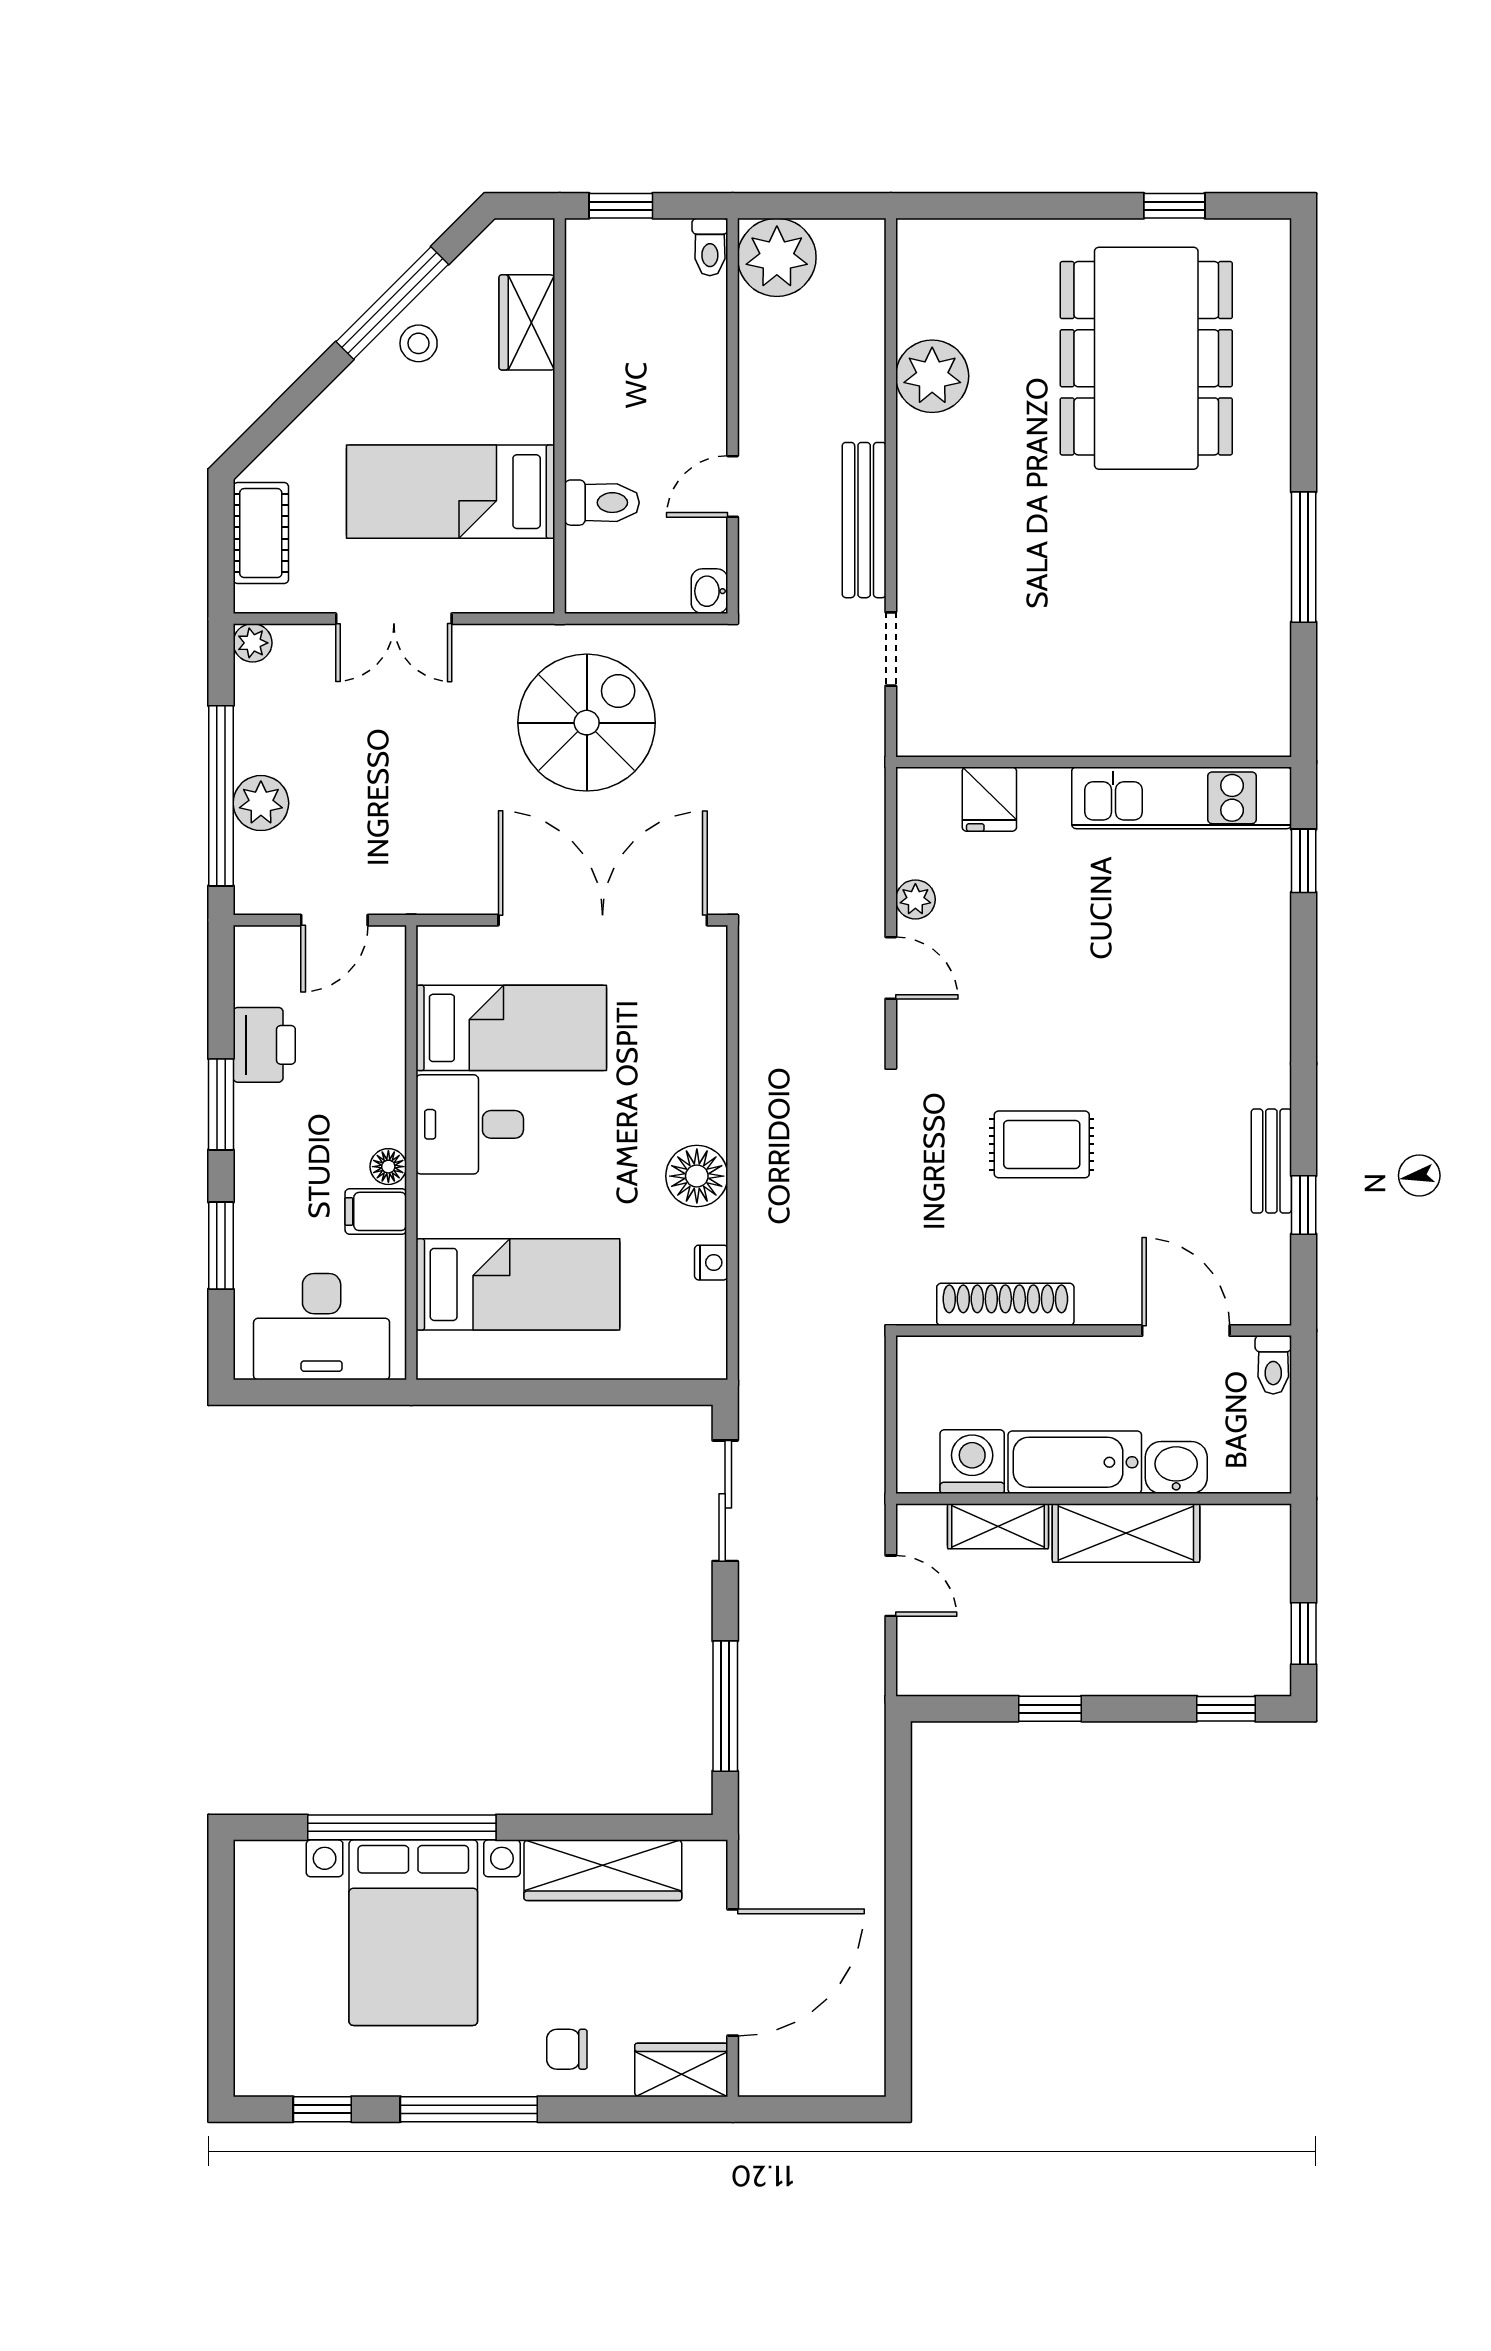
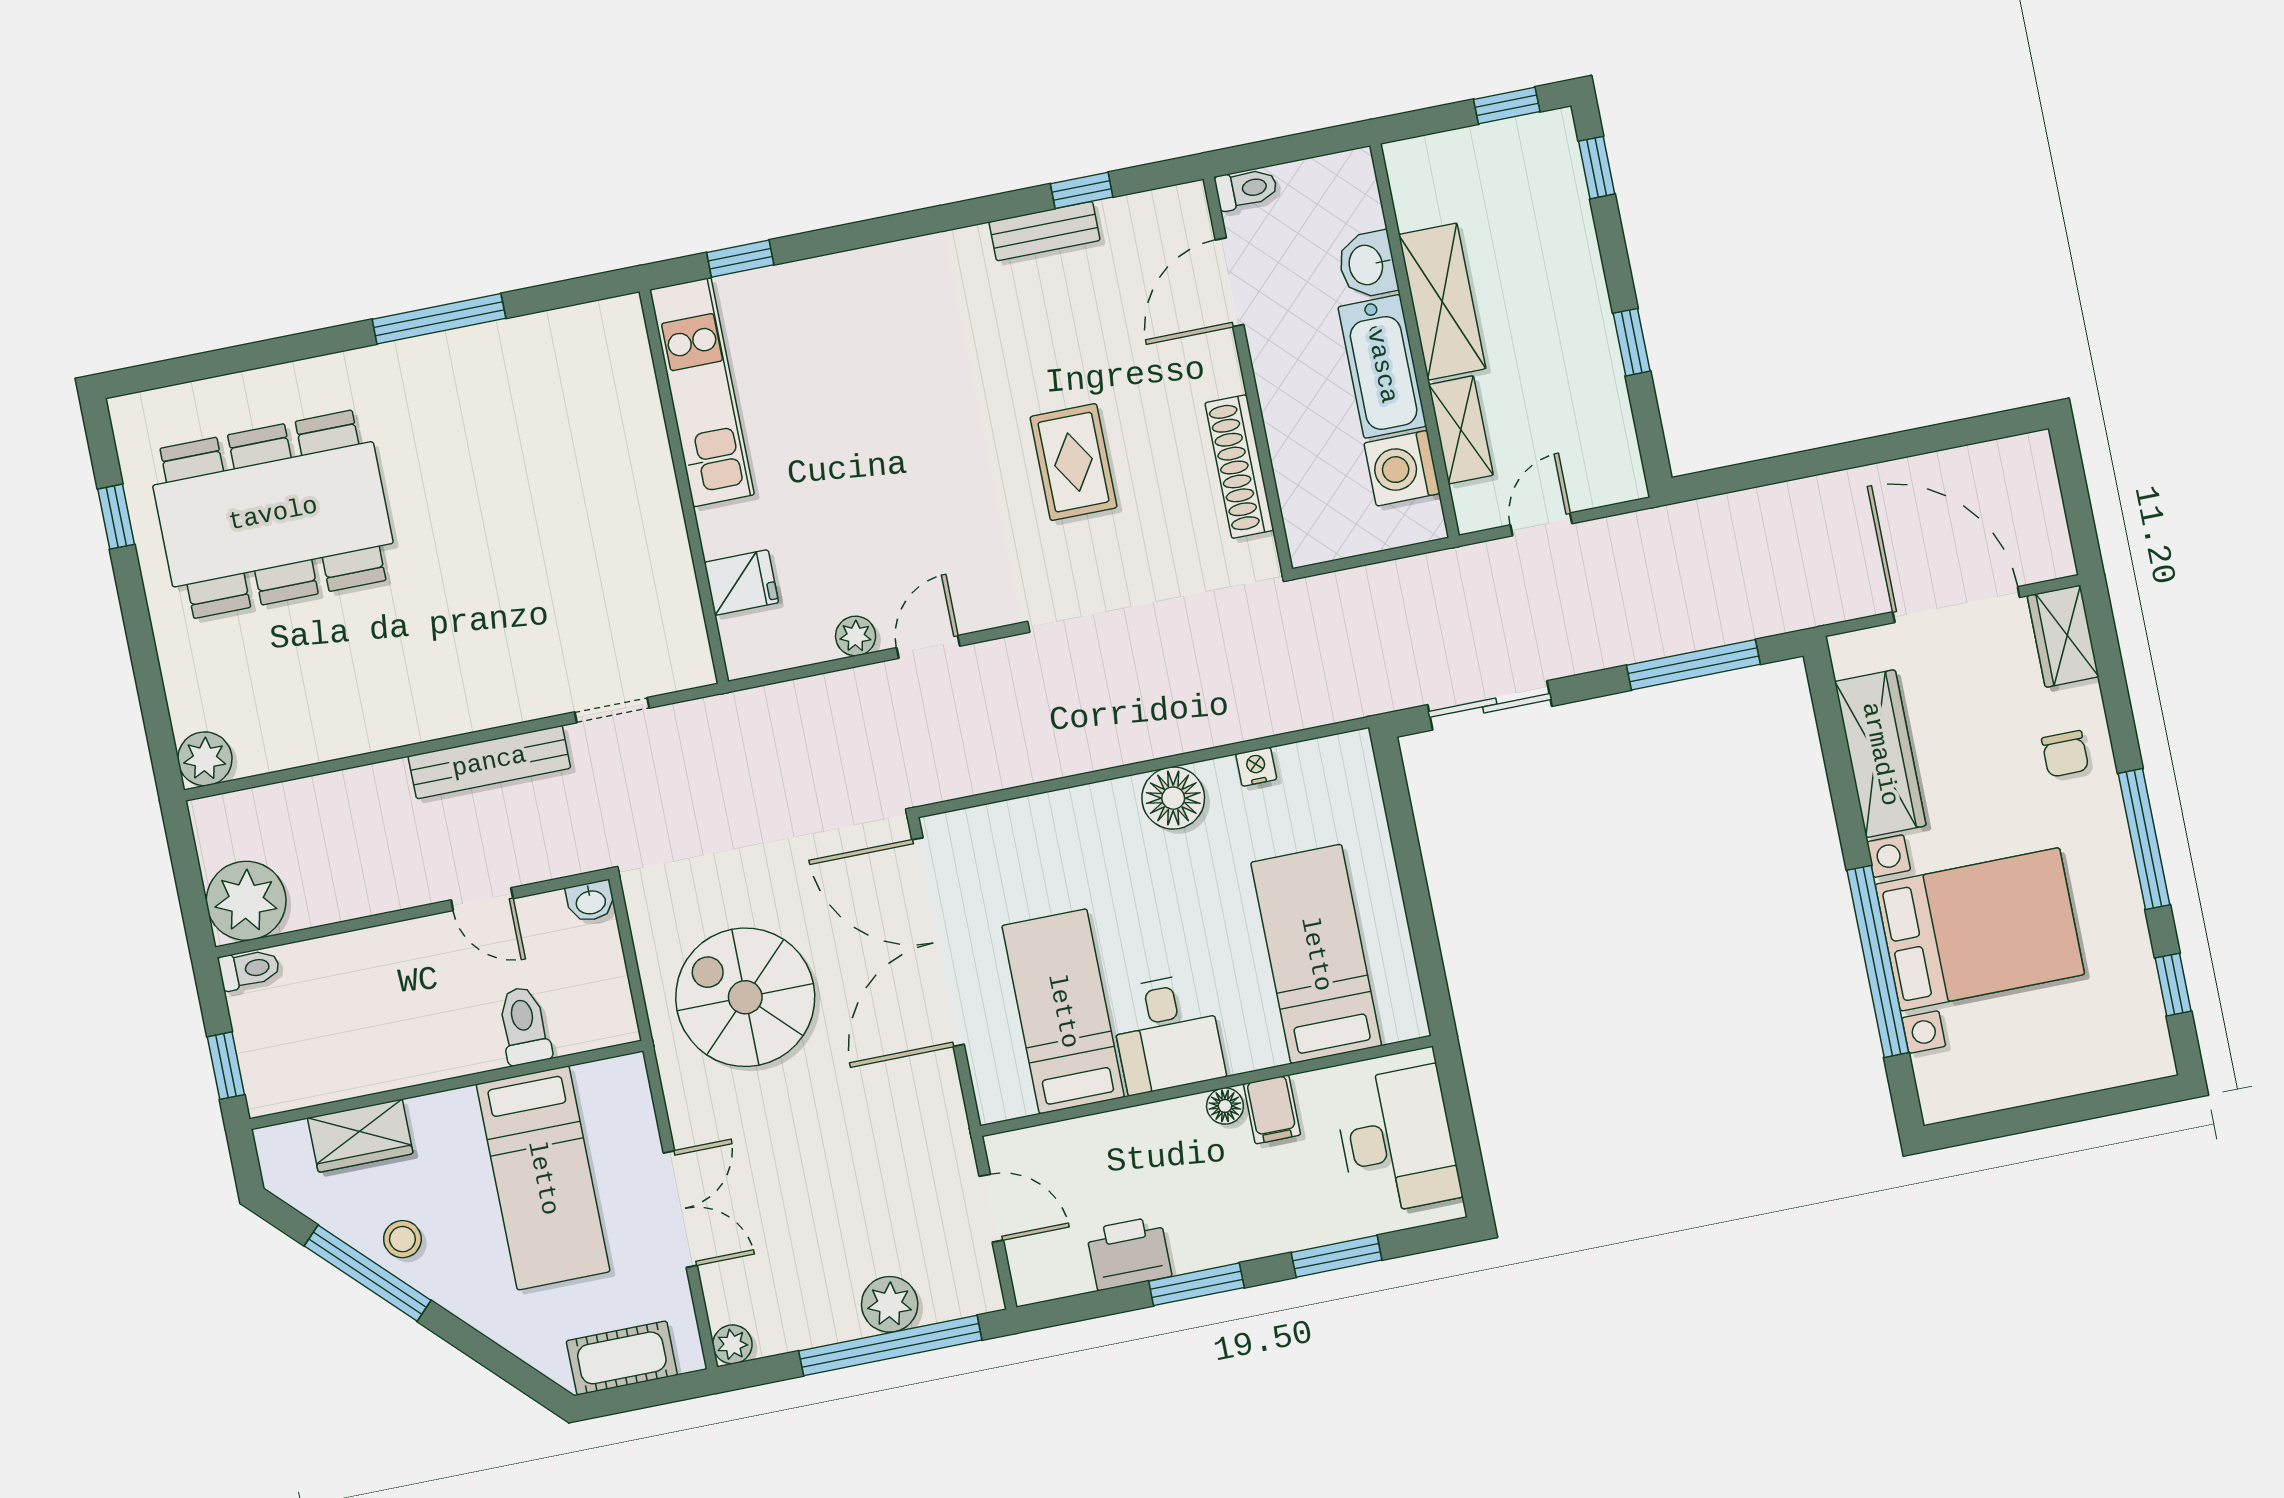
plant: (932, 376) -> (205, 759), moved, width x0.73, depth x0.73

